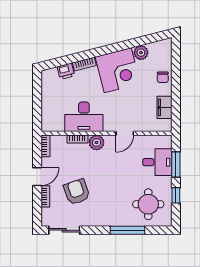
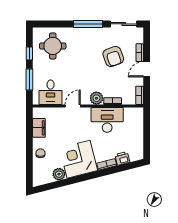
desk: (157, 162) -> (51, 92), moved, turned -90
window: (127, 230) -> (88, 24), moved

